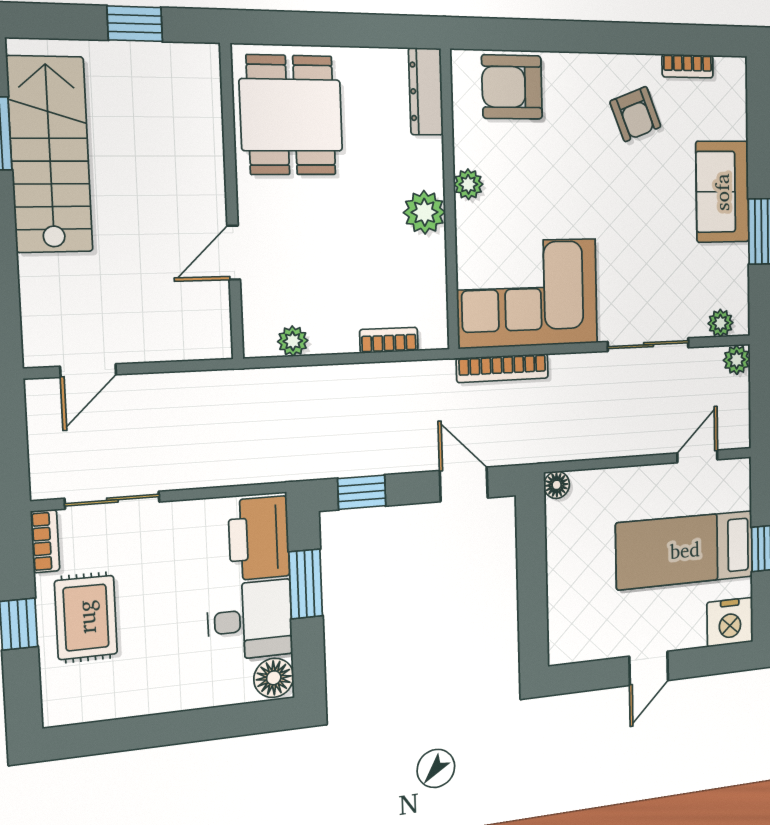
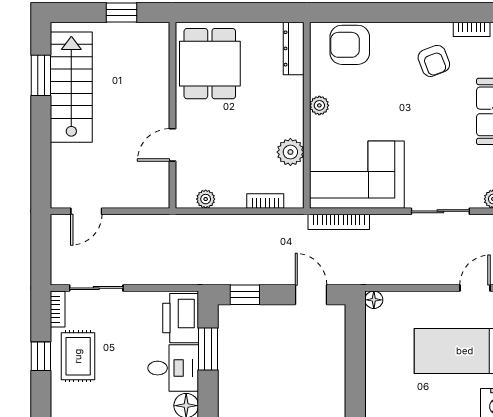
plant: (424, 212) -> (290, 152), moved

